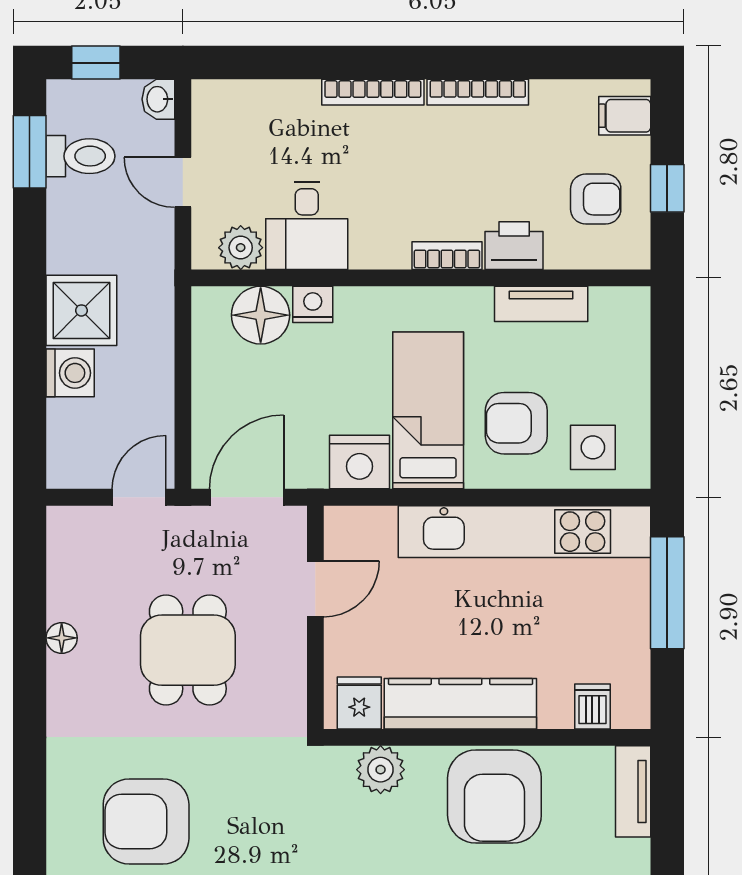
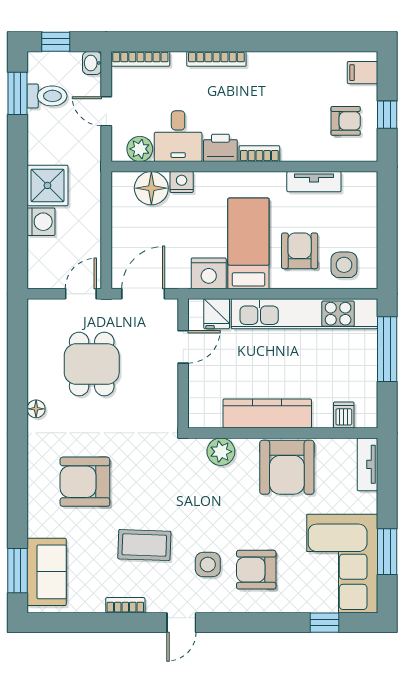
bookcase: (478, 92) -> (140, 59), moved
printer: (514, 246) -> (220, 148), moved
armchair: (516, 423) -> (300, 251), turned 90
floor lamp: (62, 638) -> (36, 409), moved
dining table: (188, 650) -> (92, 364), moved
fridge: (359, 703) -> (217, 314), moved, turned 180

